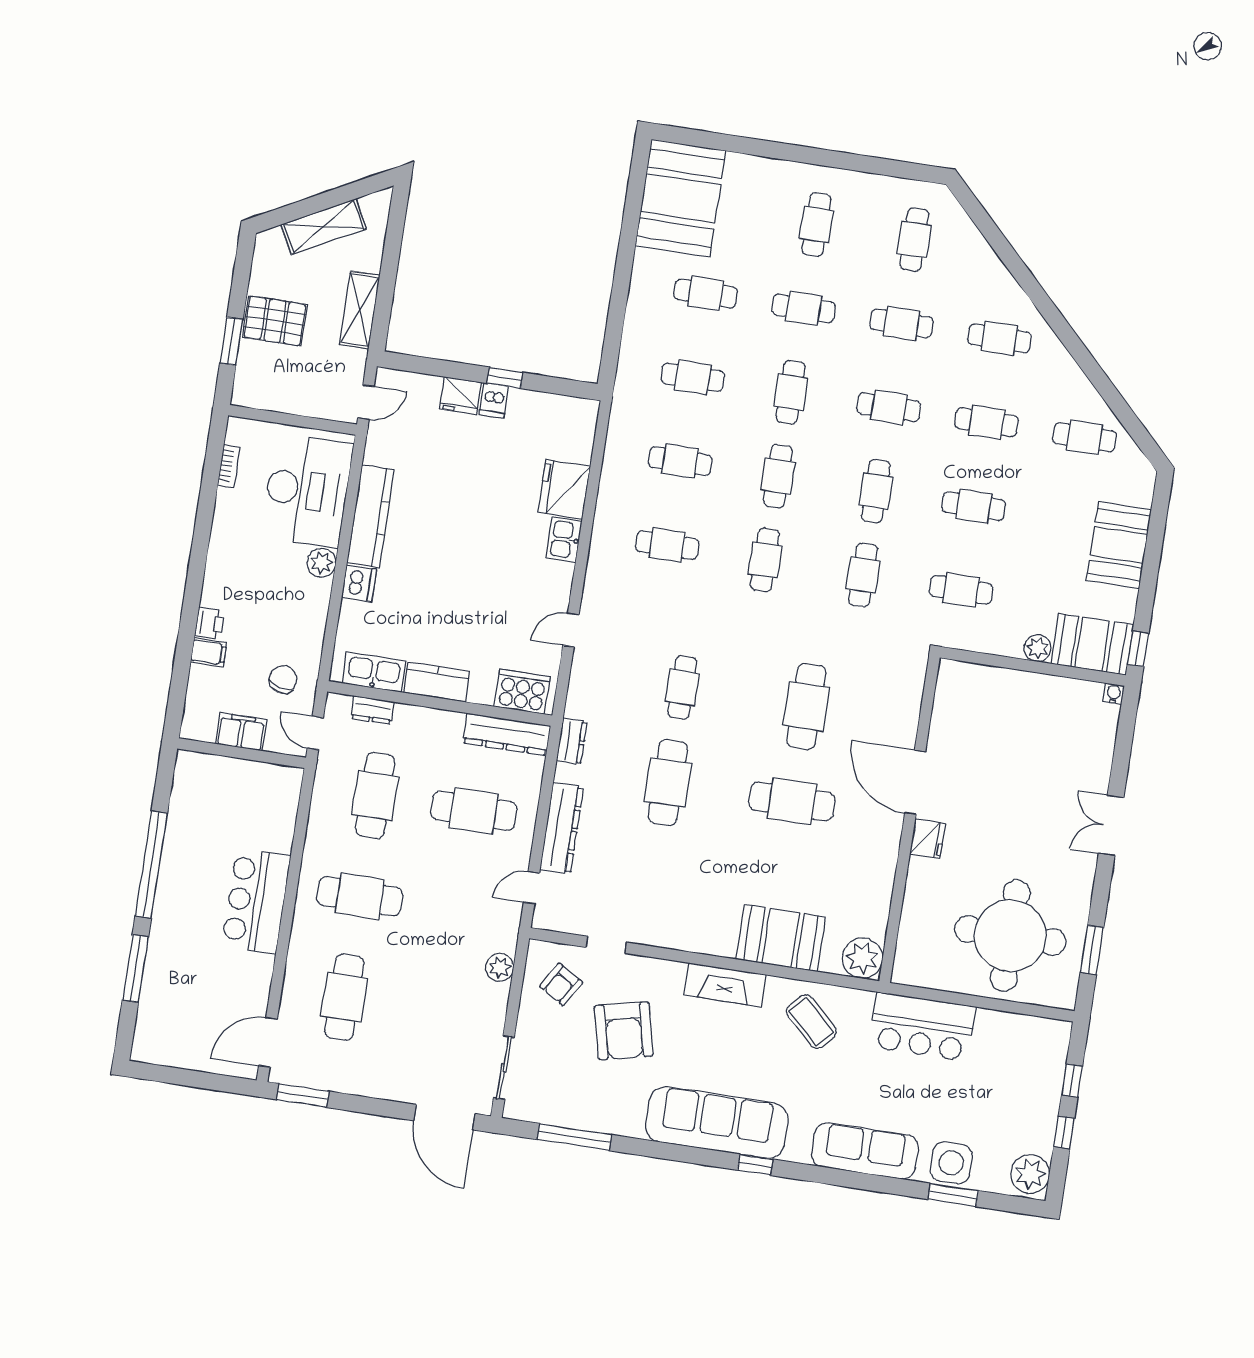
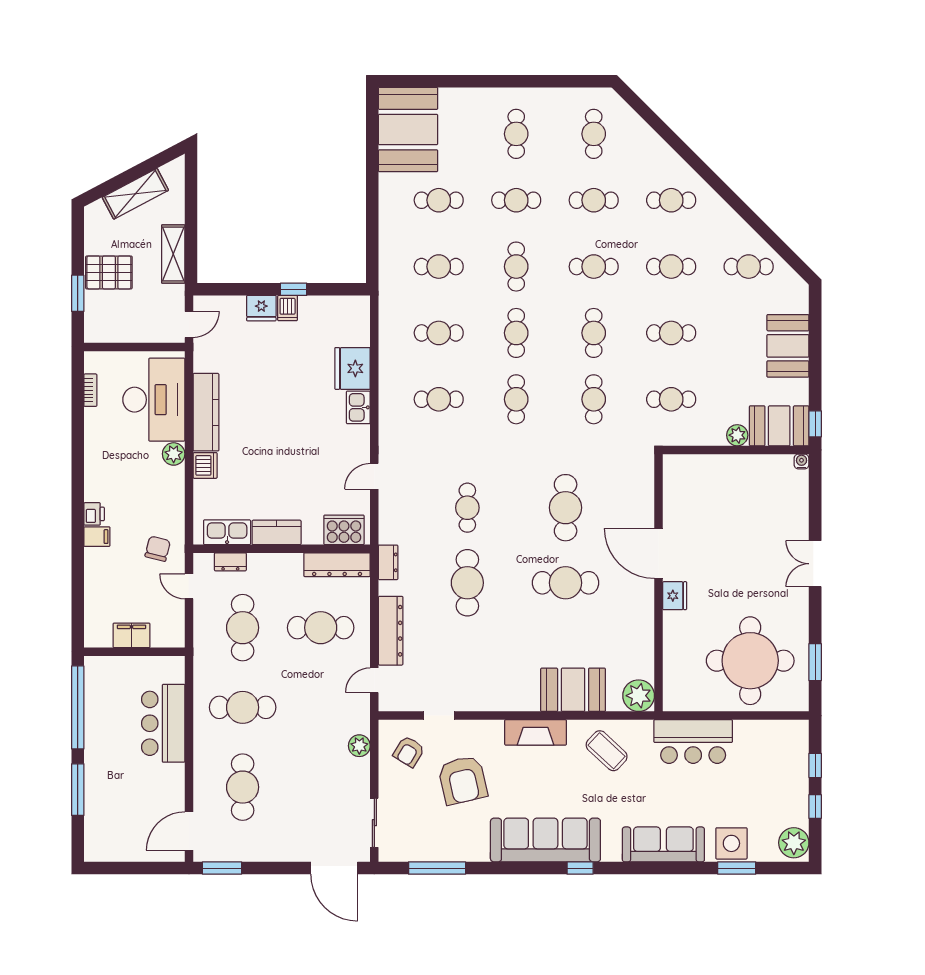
filing cabinet: (241, 732) -> (131, 635), moved
wall: (242, 753) -> (134, 652), moved

